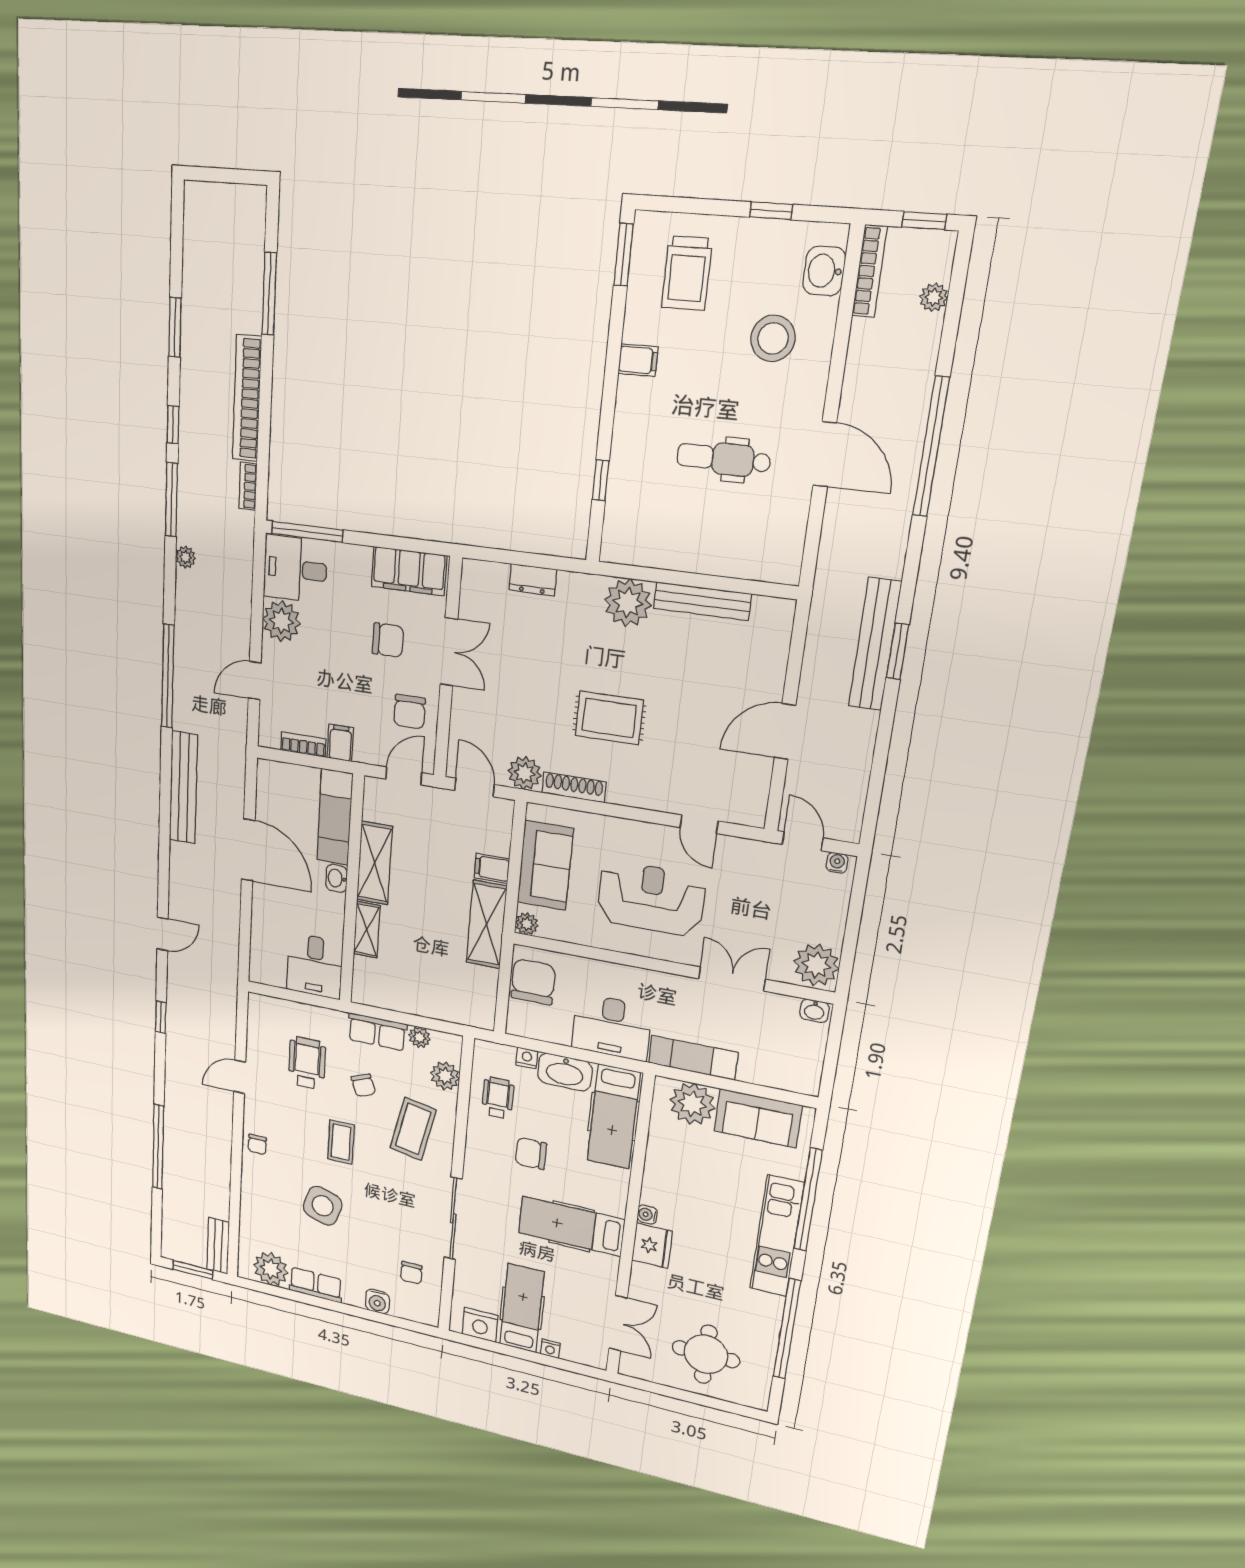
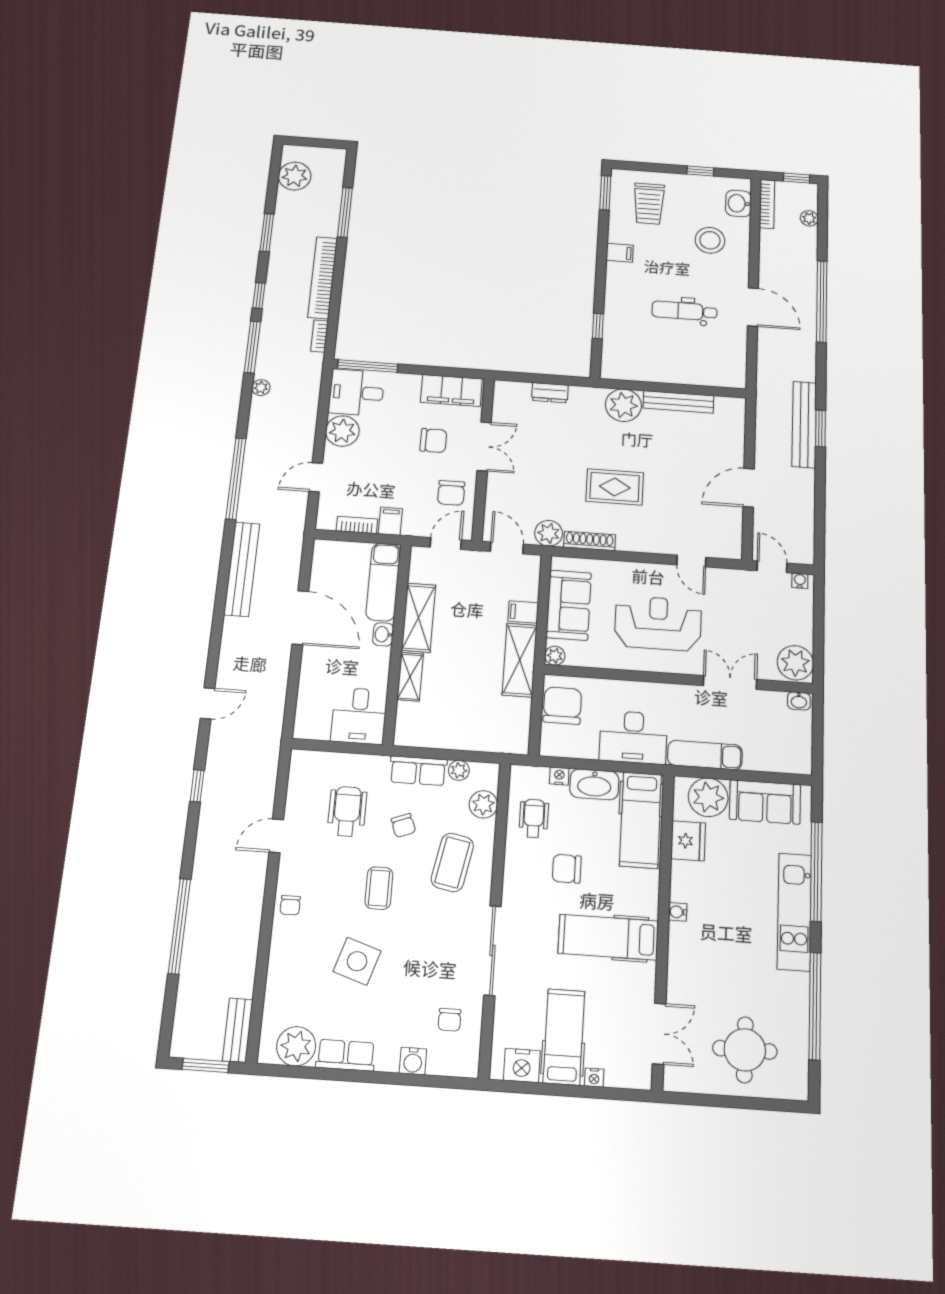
plant: (203, 234) -> (295, 176), added
fridge: (652, 1246) -> (688, 841), moved

